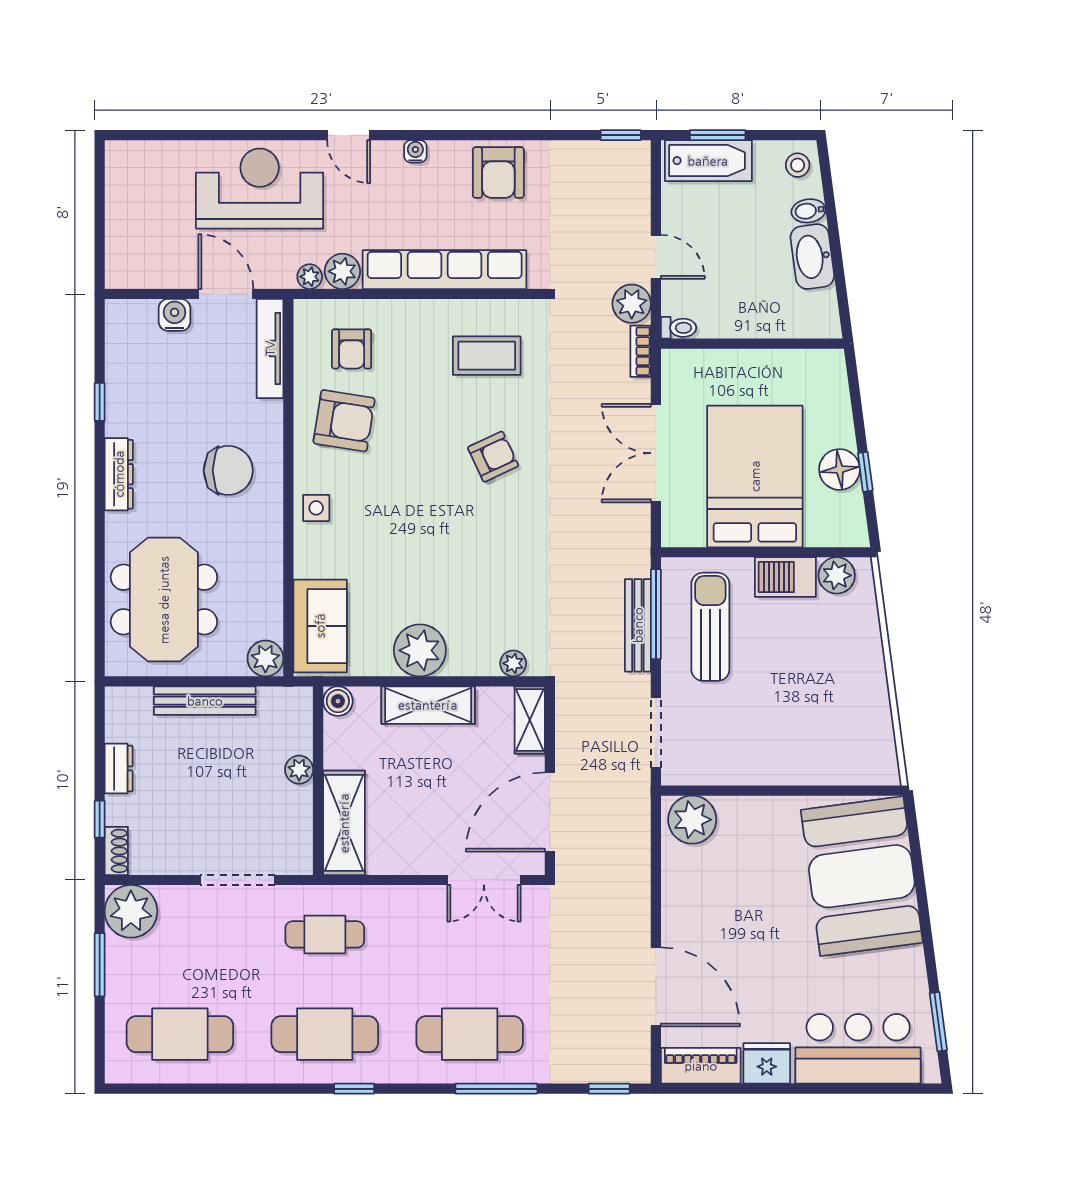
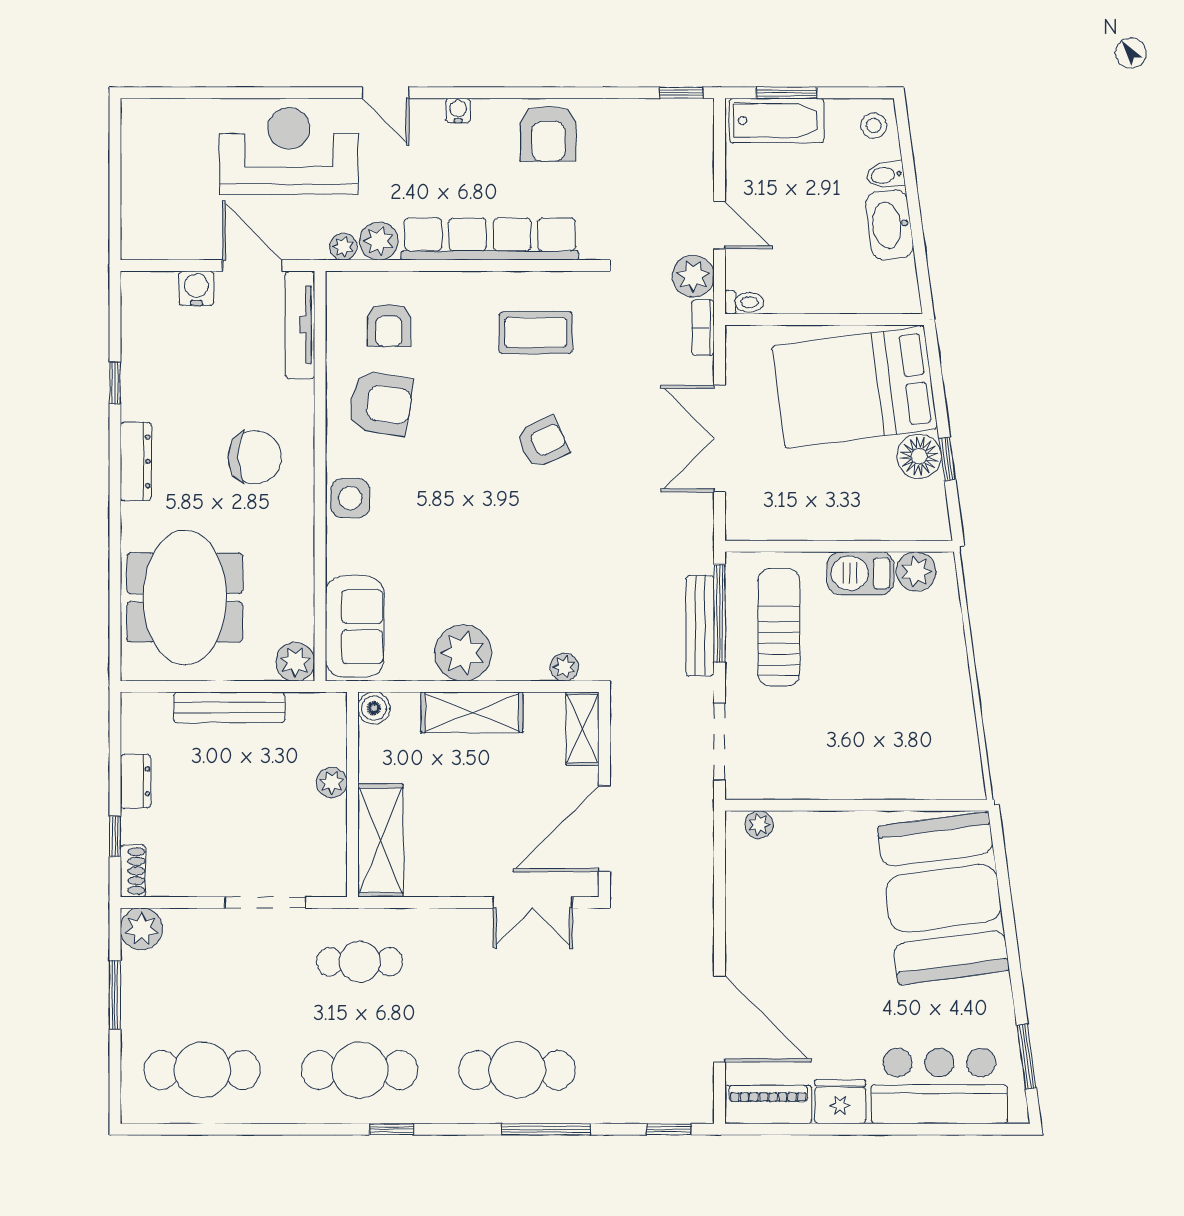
bed: (755, 476) -> (855, 387), moved, turned -98
side table: (316, 508) -> (350, 498), width x1.37, depth x1.37
plant: (692, 820) -> (759, 825), width x0.53, depth x0.53
plant: (131, 911) -> (141, 929), width x0.73, depth x0.73

